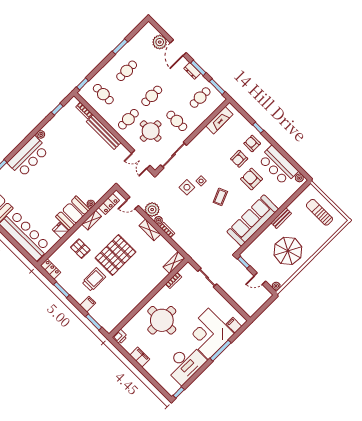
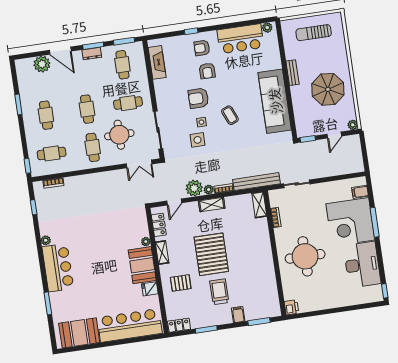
bench: (104, 132) -> (257, 182), moved
armchair: (252, 179) -> (198, 98), moved
filing cabinet: (140, 357) -> (324, 303), removed

